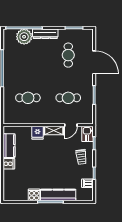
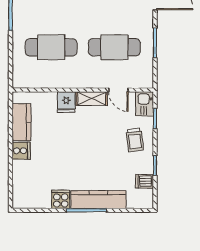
cafe table: (28, 98) -> (51, 47), width x1.37, depth x1.35
cafe table: (68, 98) -> (114, 47), width x1.37, depth x1.35
door: (71, 125) -> (118, 90), hinge flipped

